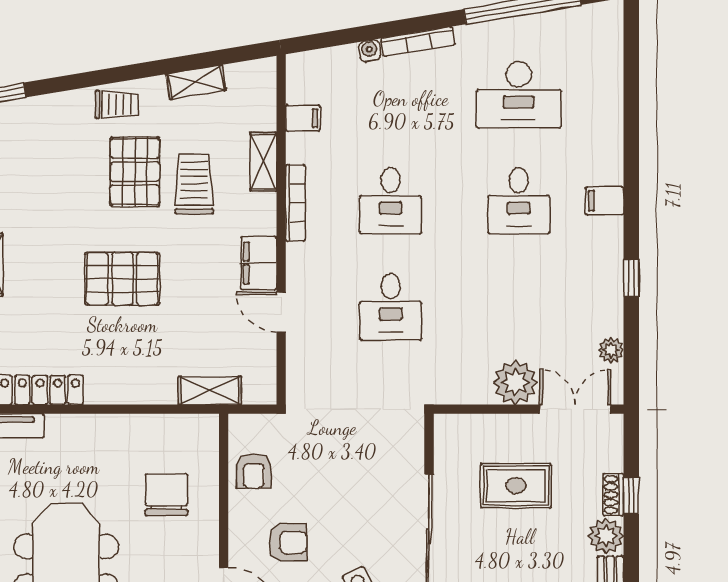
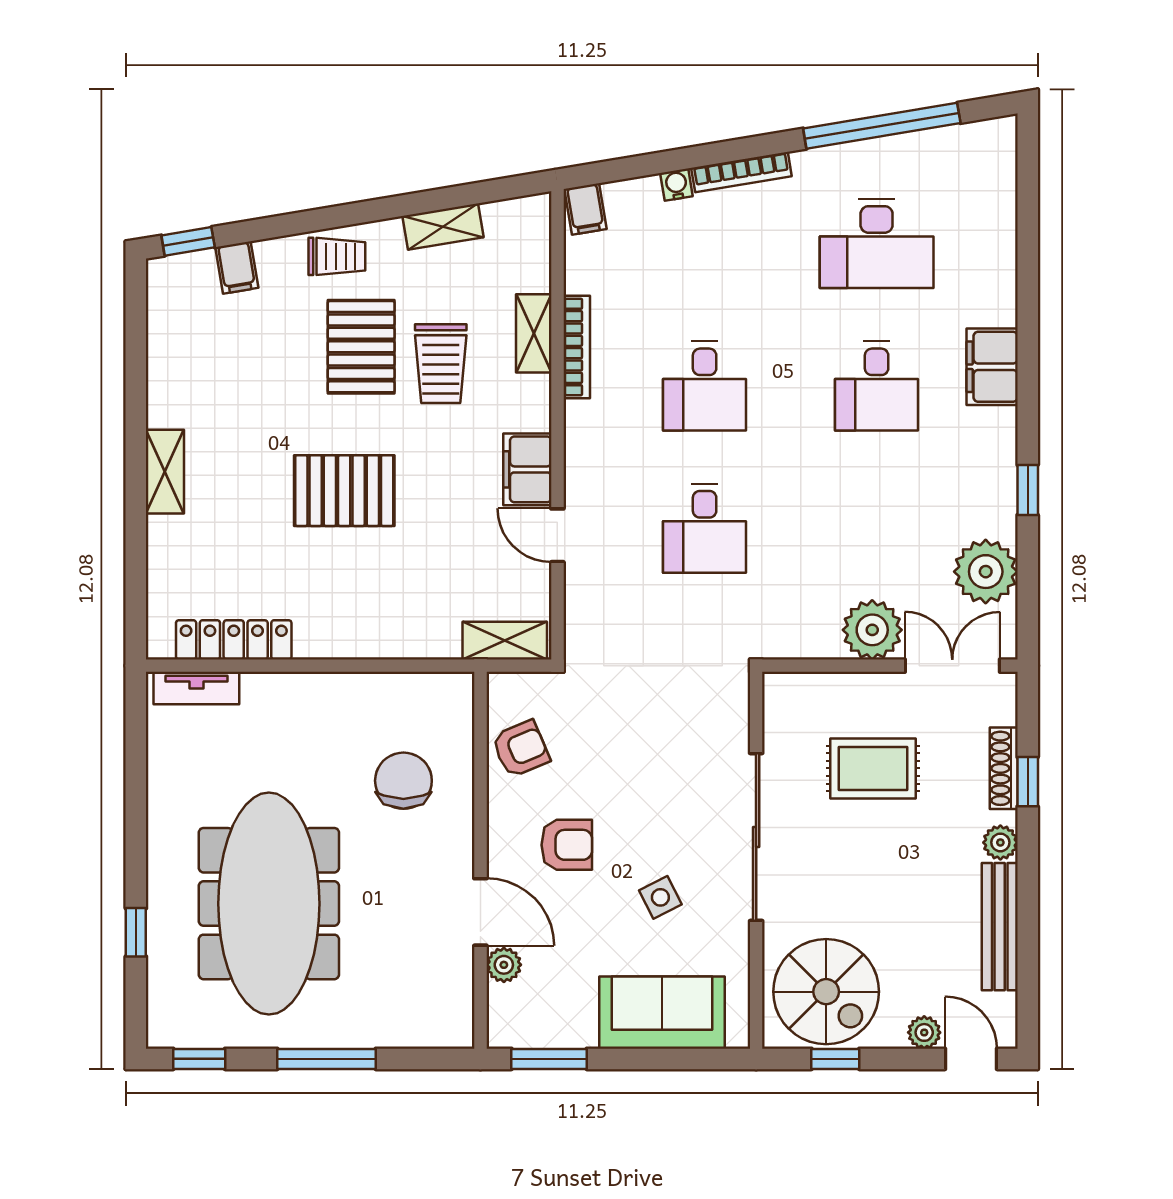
filing cabinet: (42, 113) -> (237, 268), added
filing cabinet: (303, 118) -> (586, 209), moved, turned 81
trolley: (194, 184) -> (441, 364), turned 180
filing cabinet: (605, 201) -> (992, 367), width x2.00
bookcase: (295, 203) -> (577, 347), moved
plant: (611, 350) -> (986, 572), width x1.87, depth x1.87
shelving: (210, 390) -> (505, 641), moved
armchair: (254, 471) -> (521, 749), turned -113
shoe rack: (613, 495) -> (1004, 768), width x1.43
plant: (606, 536) -> (1000, 842), width x0.73, depth x0.73

